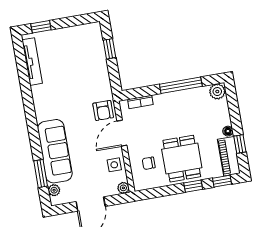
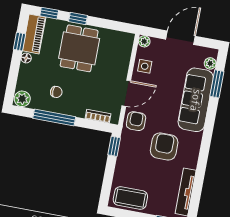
coffee table: (82, 37) -> (130, 198), added
window: (110, 49) -> (114, 146), moved
armchair: (68, 97) -> (164, 147), added
chair: (149, 163) -> (56, 92), moved

